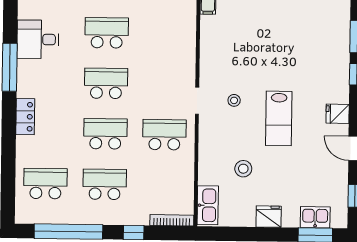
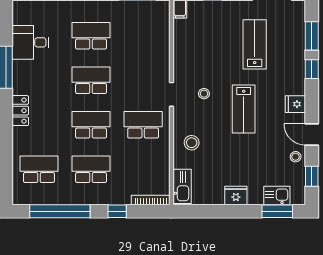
lab bench: (292, 45) -> (255, 44), added
stool: (243, 169) -> (192, 143), moved
stool: (337, 173) -> (296, 157), added

